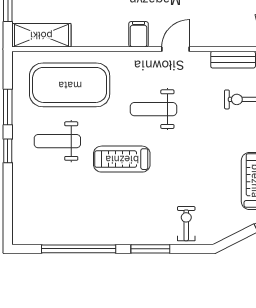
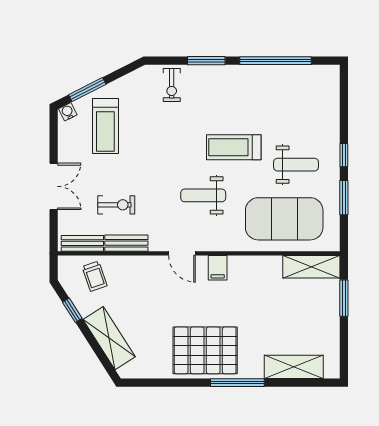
door: (175, 49) -> (182, 253), hinge flipped
weight bench: (154, 109) -> (203, 195), turned 180
treadmill: (122, 159) -> (234, 147), turned 180

